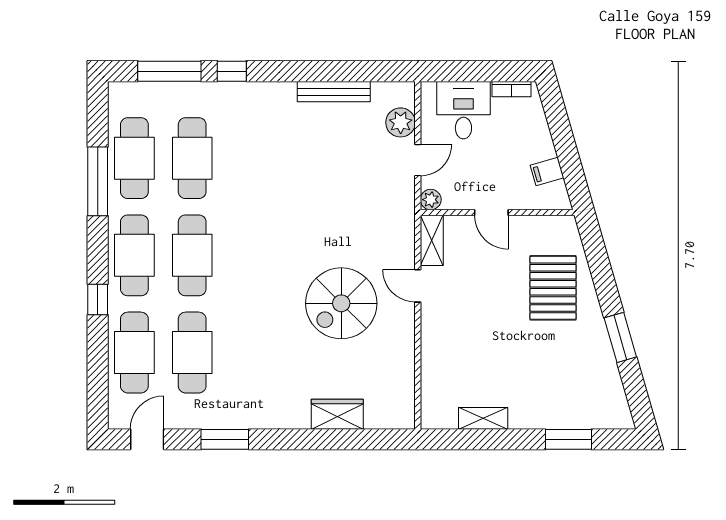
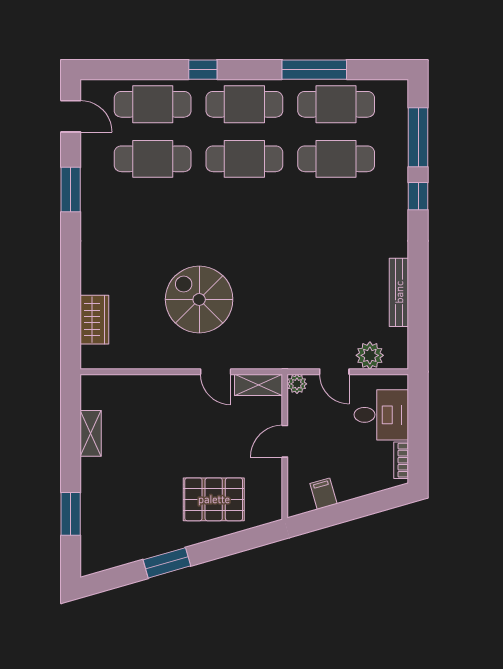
door: (418, 286) -> (216, 372), swing flipped
wardrobe: (337, 414) -> (94, 320), moved

